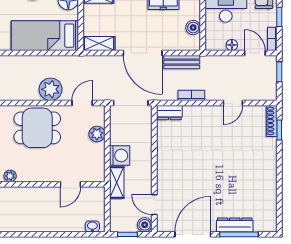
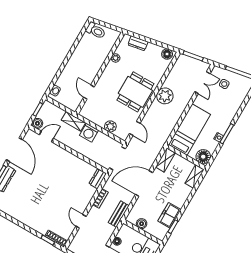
bench: (182, 62) -> (119, 214), moved
plant: (51, 89) -> (165, 96), moved

